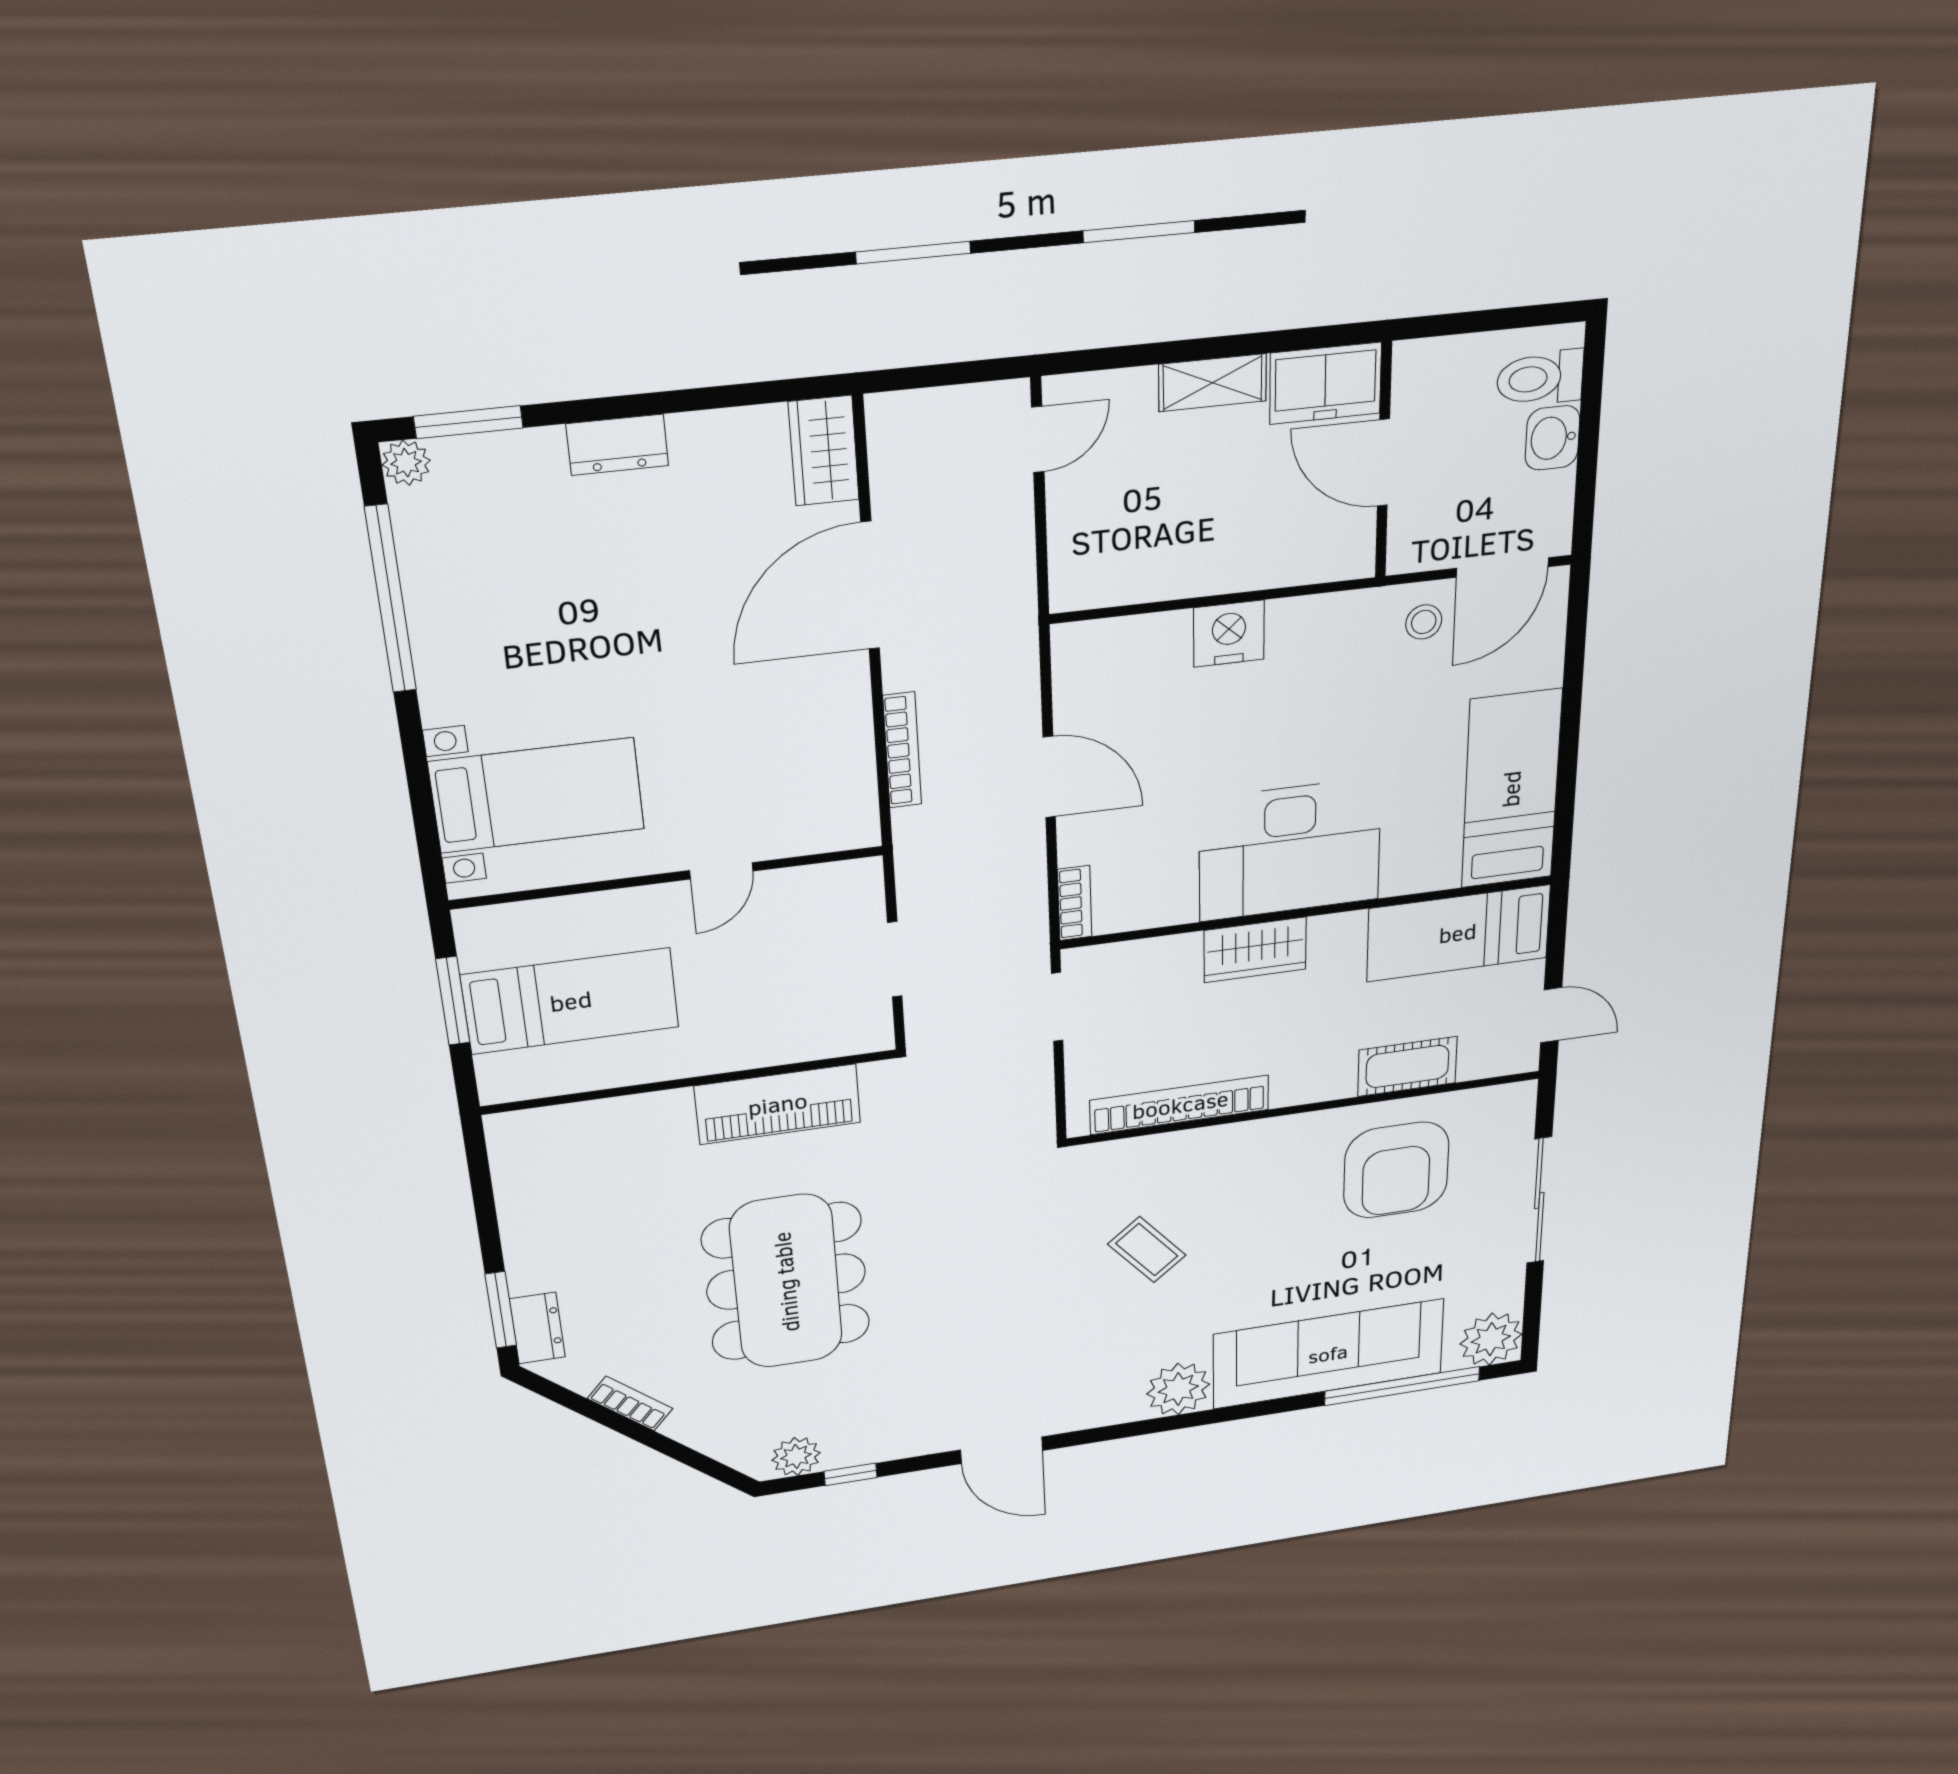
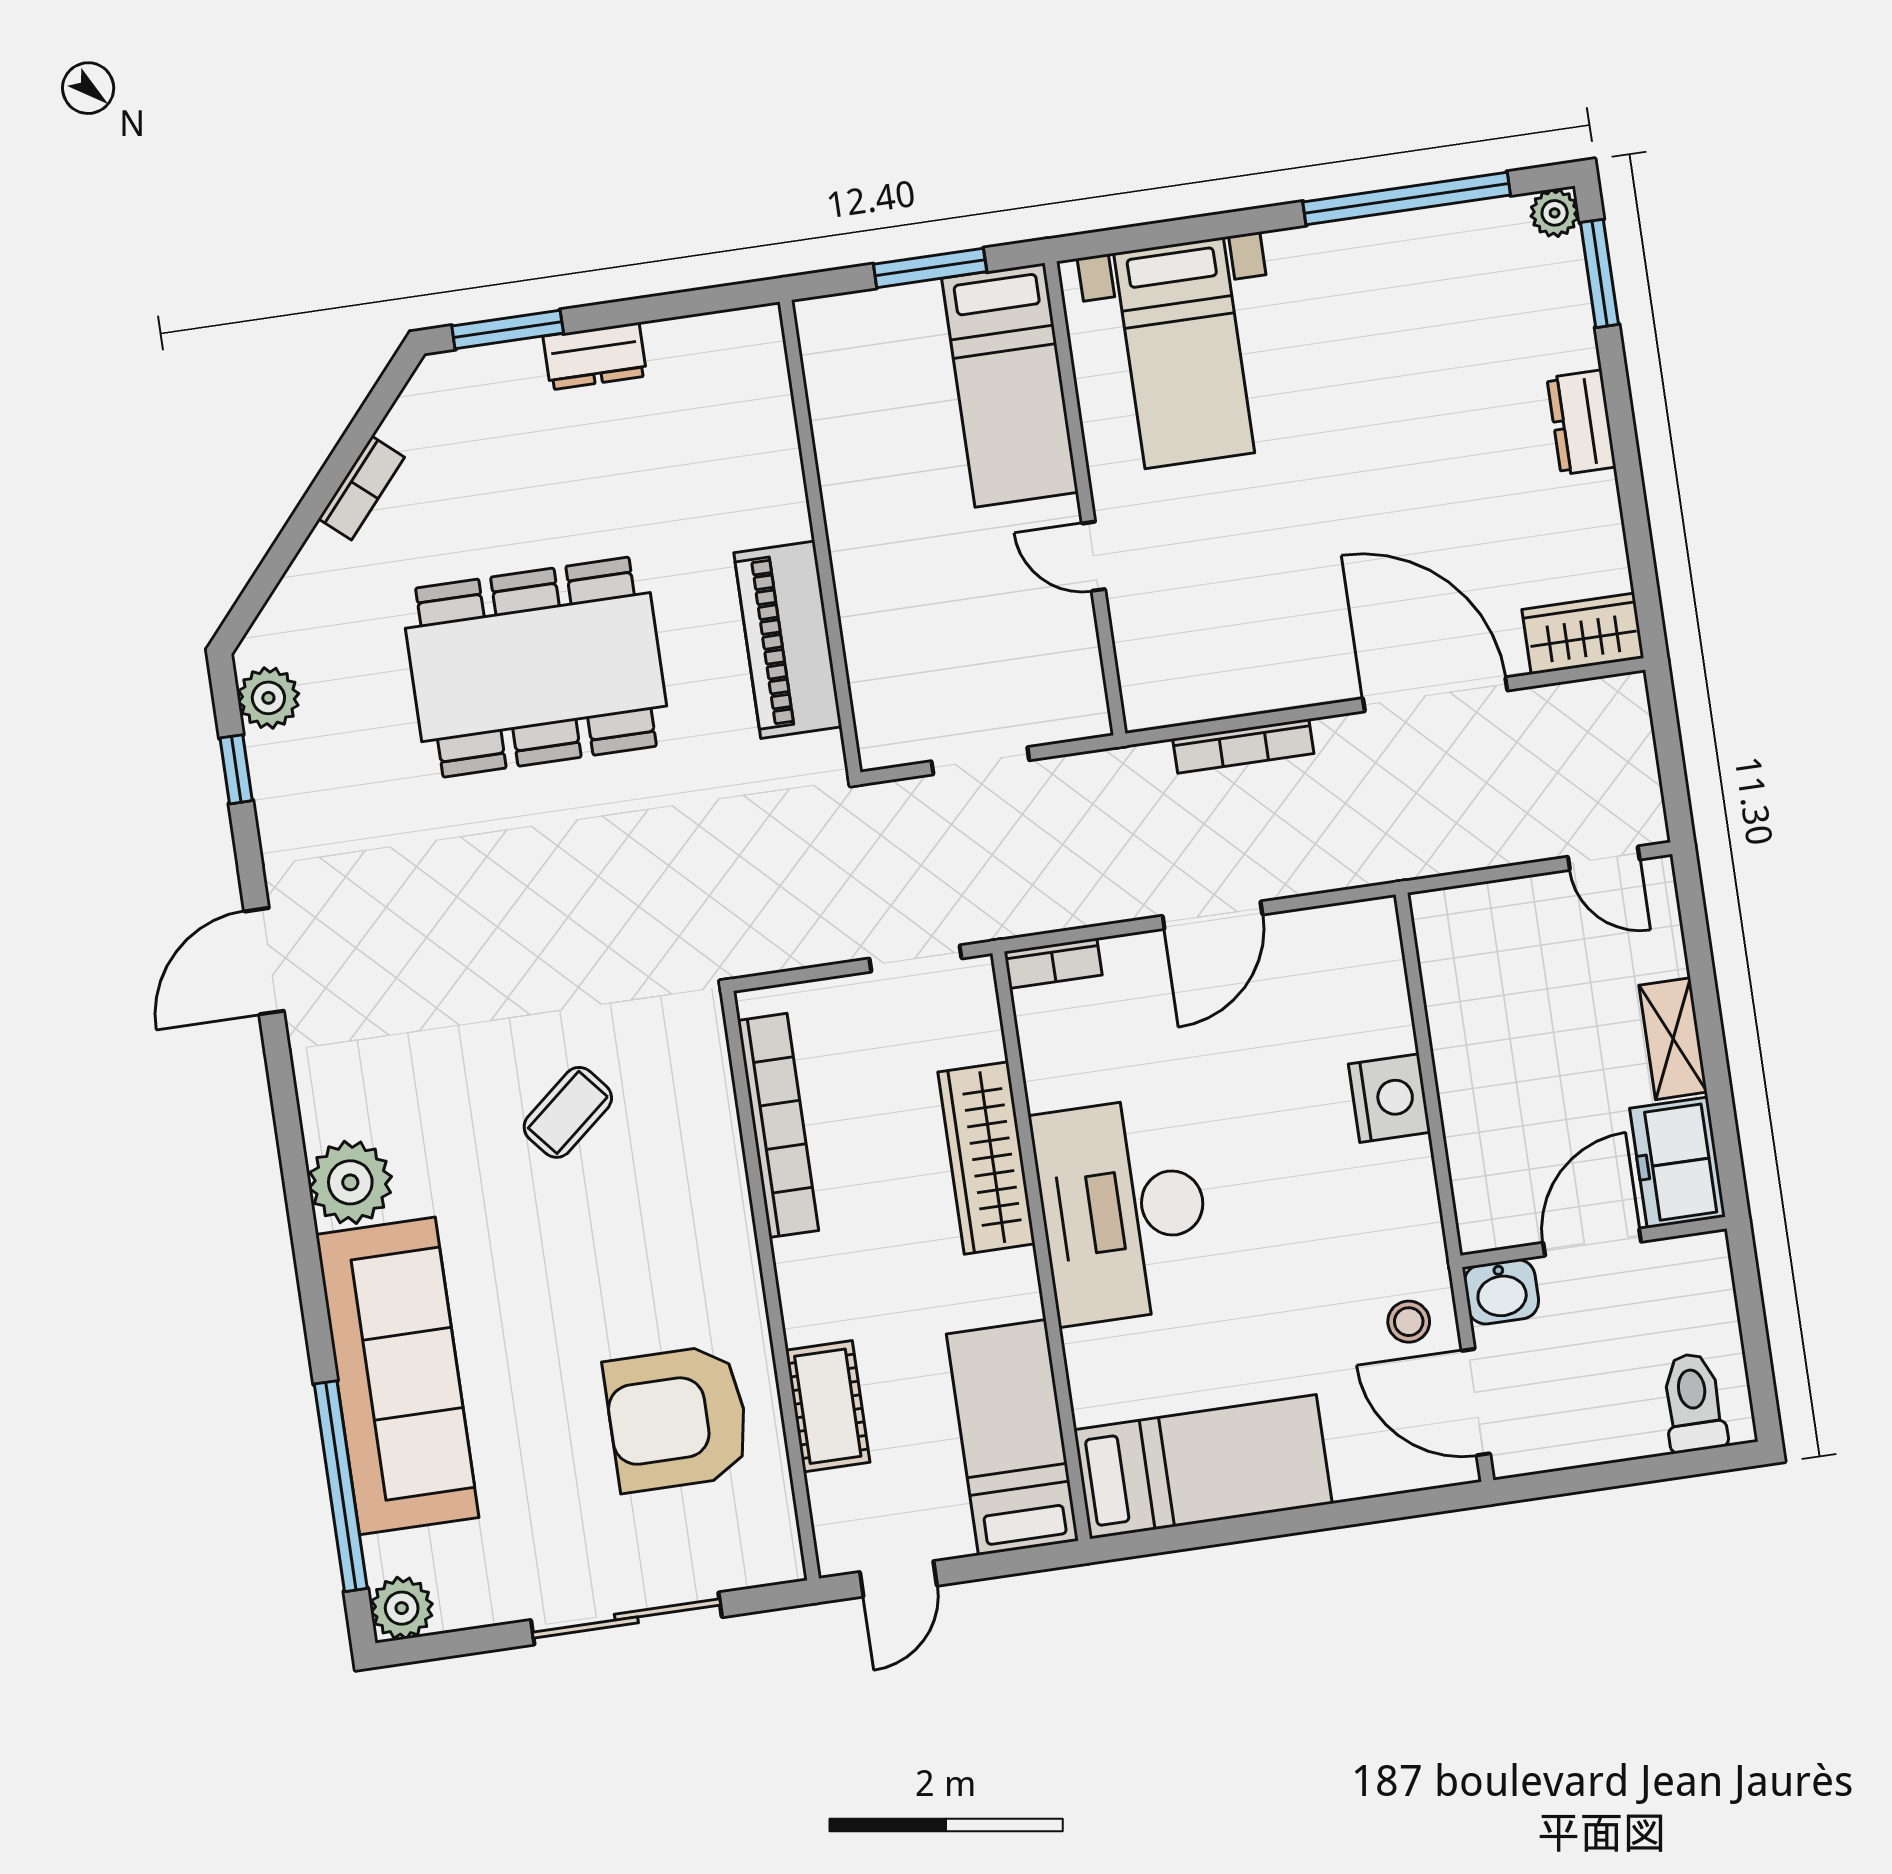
washbasin: (1552, 438) -> (1501, 1292), moved, turned 180
wardrobe: (1255, 950) -> (986, 1158), width x1.50
bed: (571, 1001) -> (1010, 385), moved
dresser: (537, 1328) -> (595, 356), moved
plant: (1491, 1339) -> (402, 1608), width x0.73, depth x0.73

